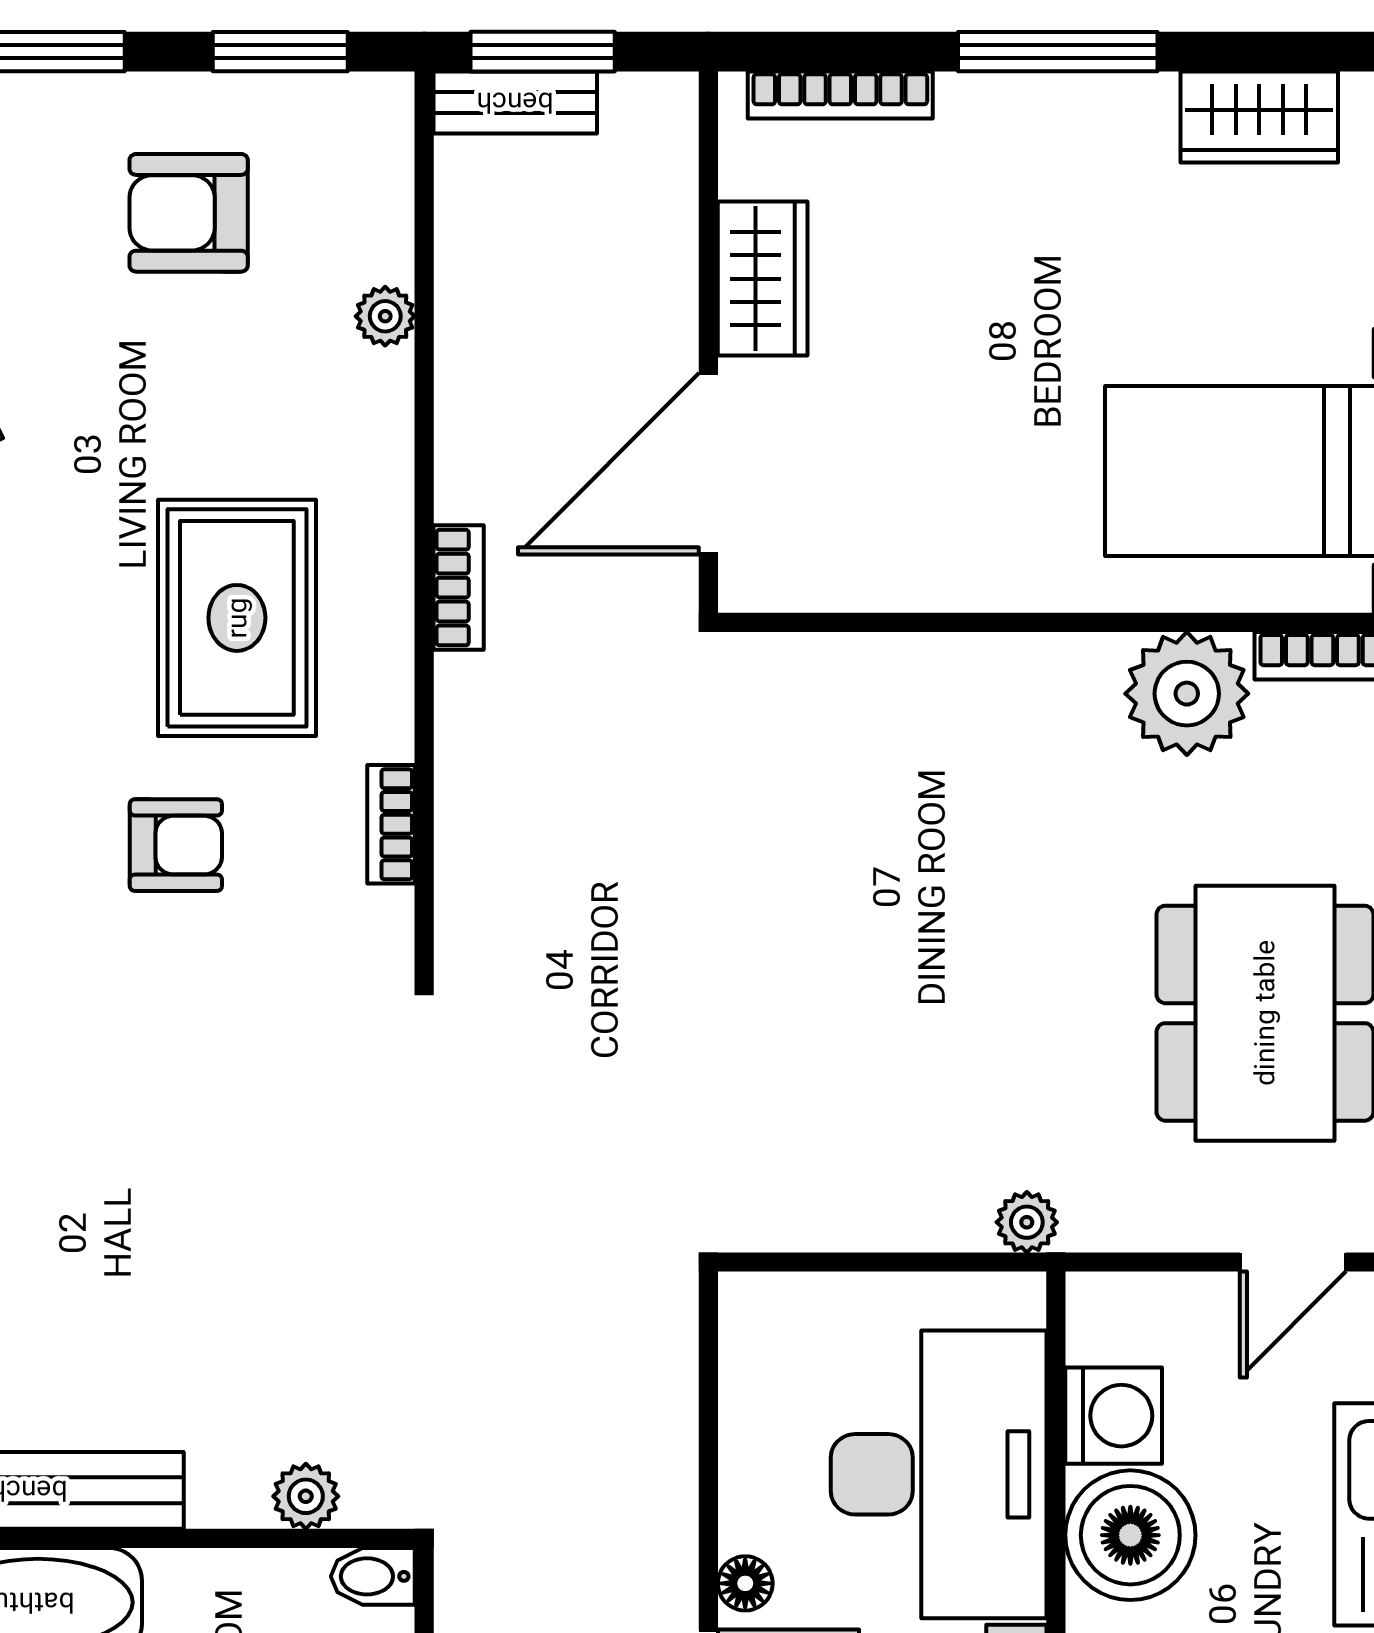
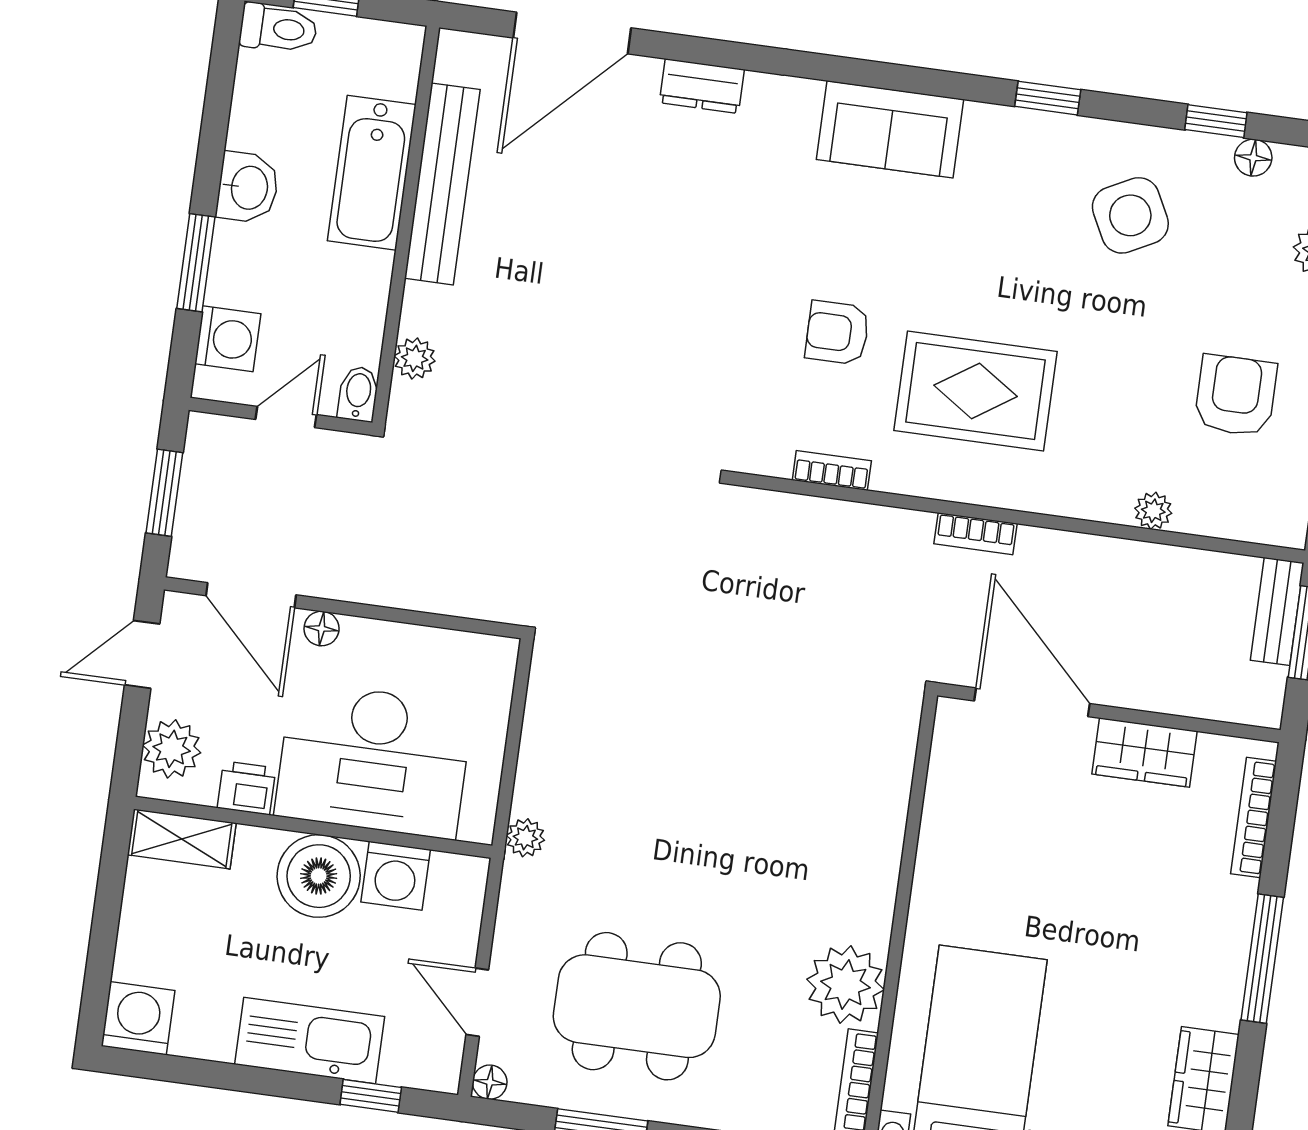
armchair: (176, 845) -> (837, 333), turned 90

